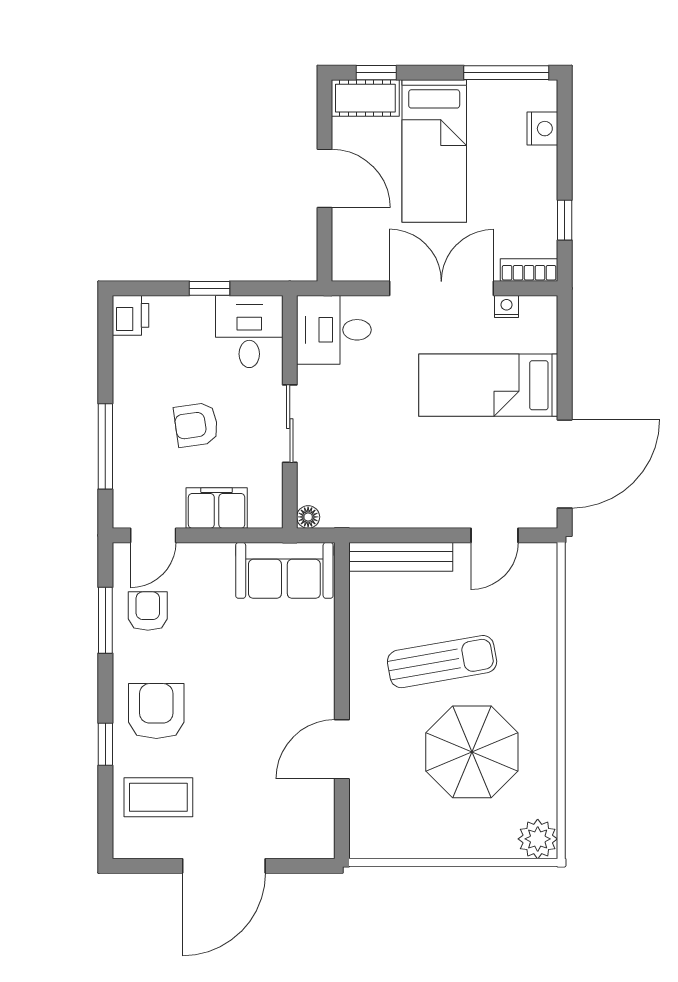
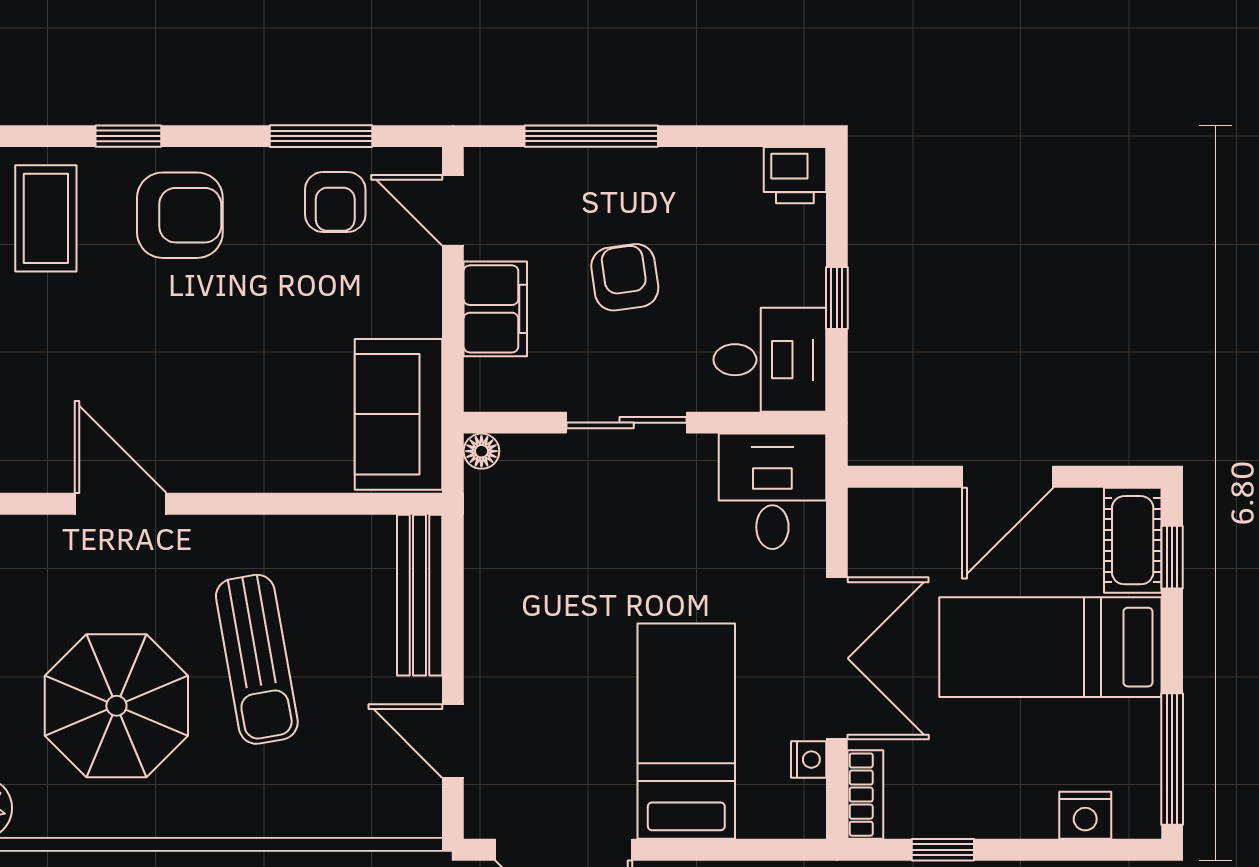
armchair: (148, 611) -> (335, 202), turned 90

